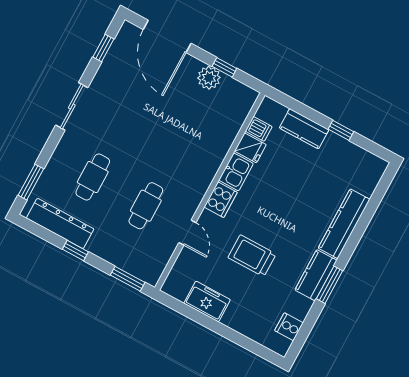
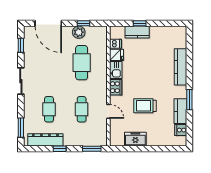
cafe table: (187, 130) -> (82, 63), added
window: (341, 130) -> (140, 23), moved
kitchen counter: (316, 275) -> (180, 111), moved

